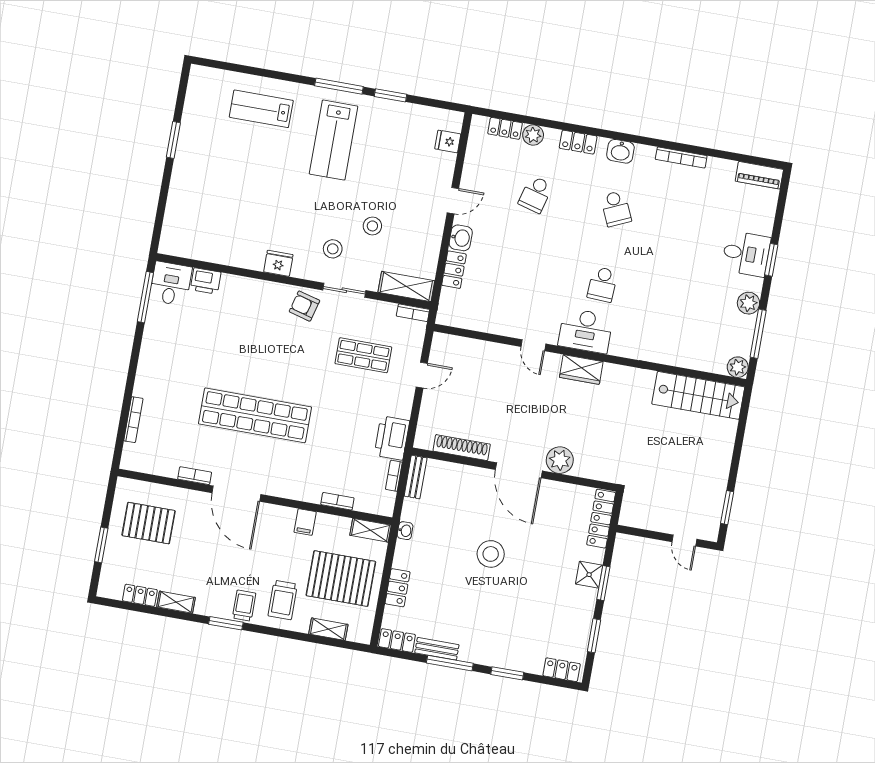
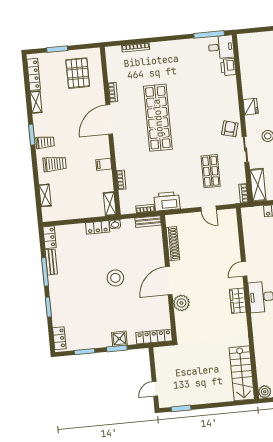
pallet: (341, 579) -> (77, 194), removed
locker: (398, 588) -> (98, 227), moved
locker: (140, 595) -> (34, 74), width x1.53
trolley: (283, 600) -> (55, 164), turned 180

